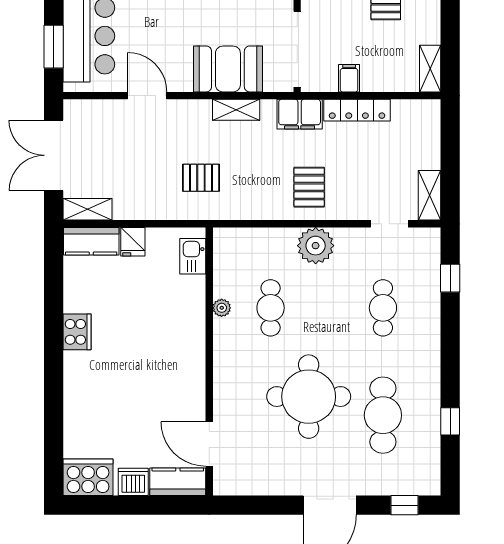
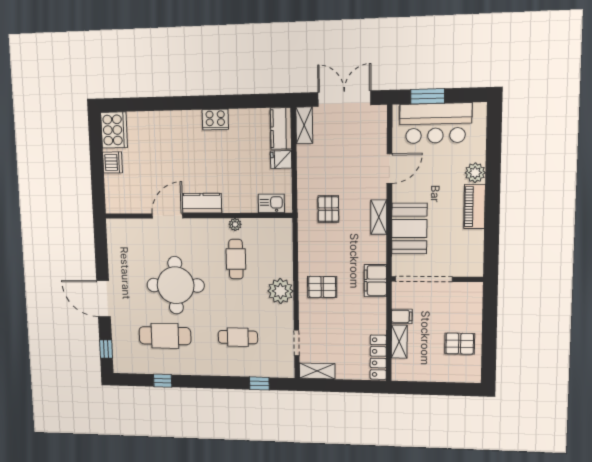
shelving: (430, 69) -> (399, 342), moved, turned 90
shelving: (236, 110) -> (379, 217), moved
locker: (357, 110) -> (378, 357), moved
cafe table: (271, 308) -> (236, 259), turned 90
door: (209, 444) -> (167, 216), moved
kitchen counter: (178, 482) -> (202, 203), moved, turned -90

